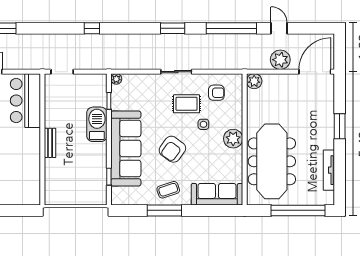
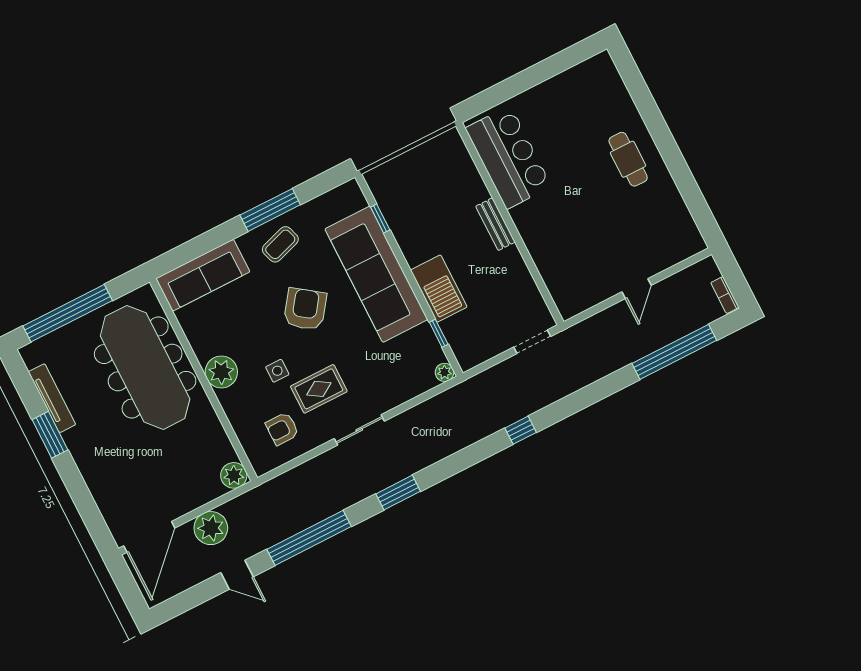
bar counter: (25, 101) -> (508, 157), moved
window: (340, 126) -> (50, 435), moved

